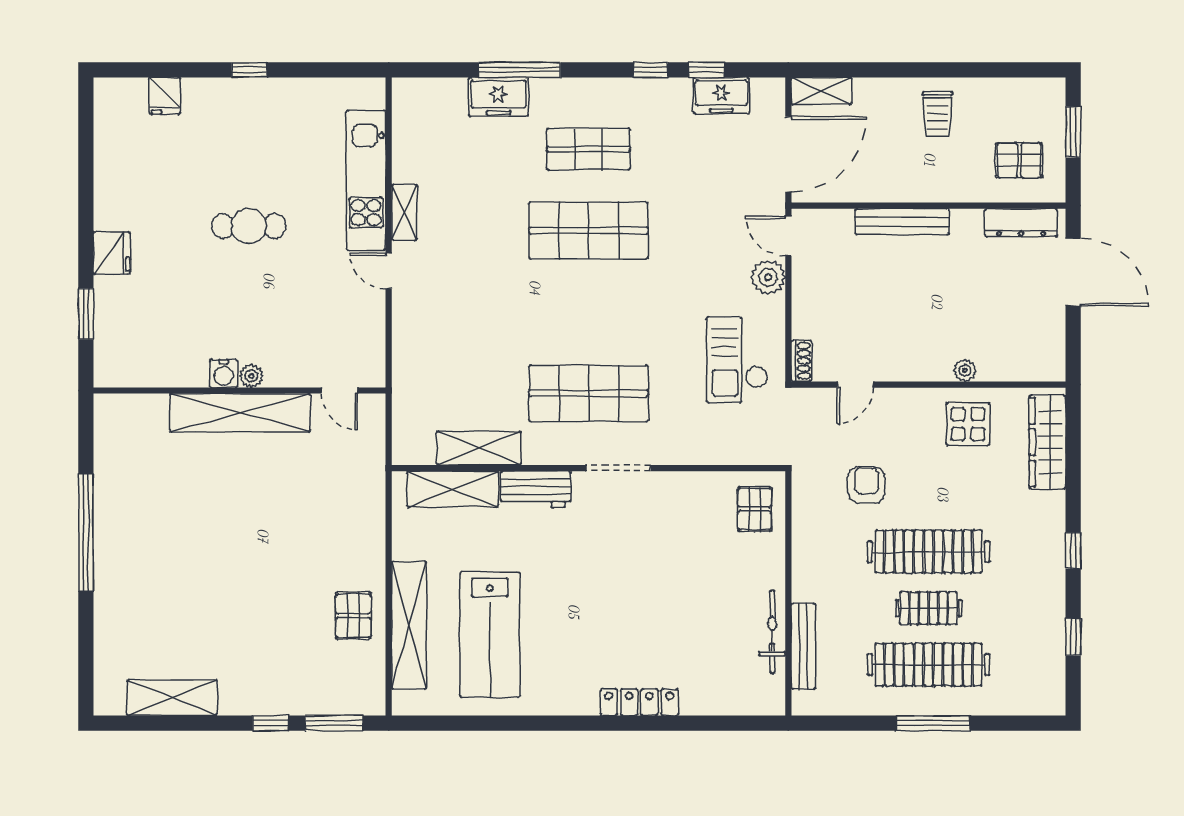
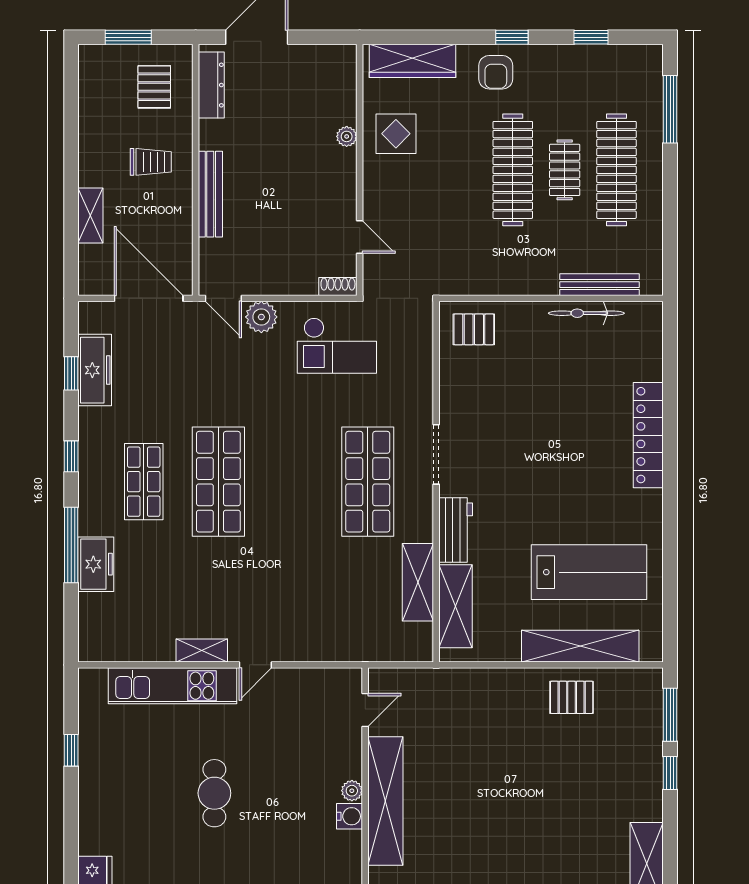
window: (249, 70) -> (71, 750), moved
window: (651, 70) -> (71, 456), moved
shelving: (821, 91) -> (90, 215), moved
freezer: (721, 96) -> (95, 370), width x1.40
trolley: (937, 114) -> (151, 162), moved
door: (788, 236) -> (223, 298), hinge flipped
armchair: (867, 485) -> (496, 72), moved, turned -90
locker: (639, 702) -> (648, 435), width x1.41, depth x1.21
window: (933, 723) -> (670, 109), moved

